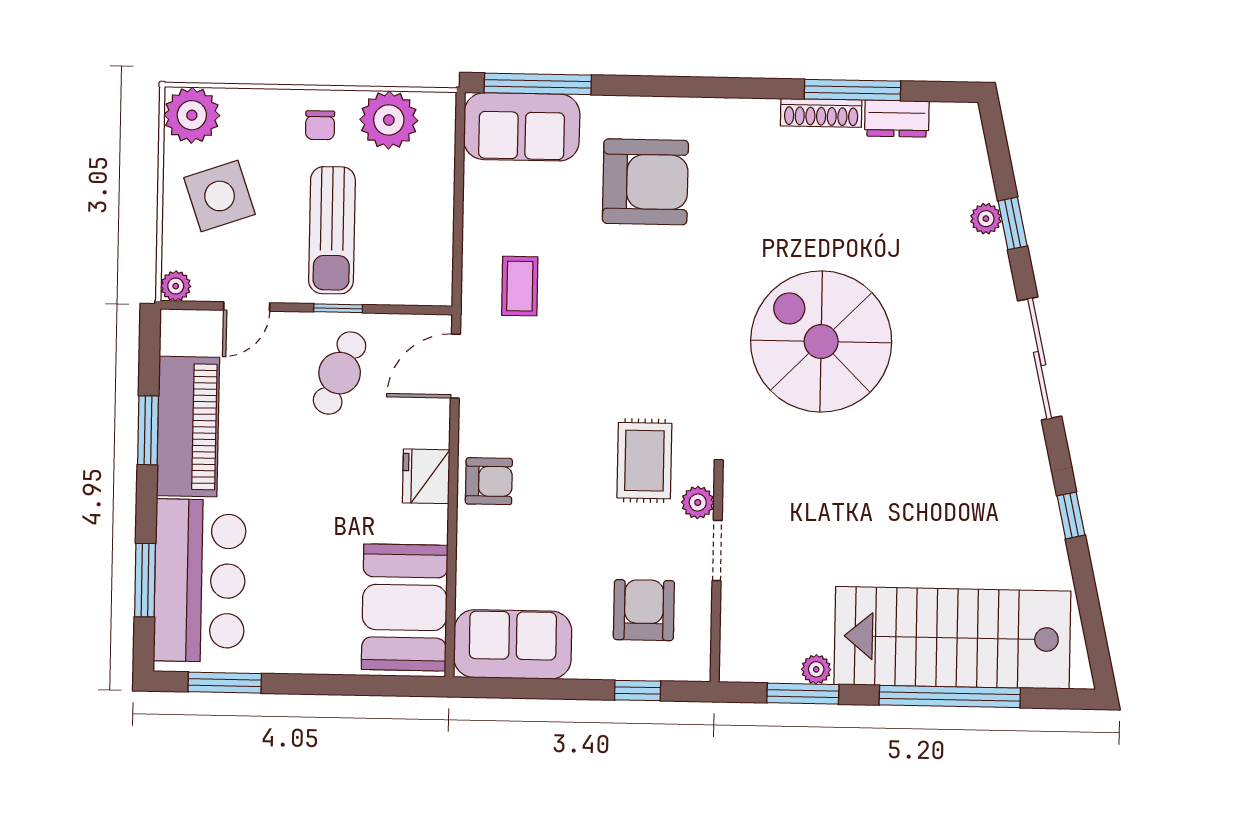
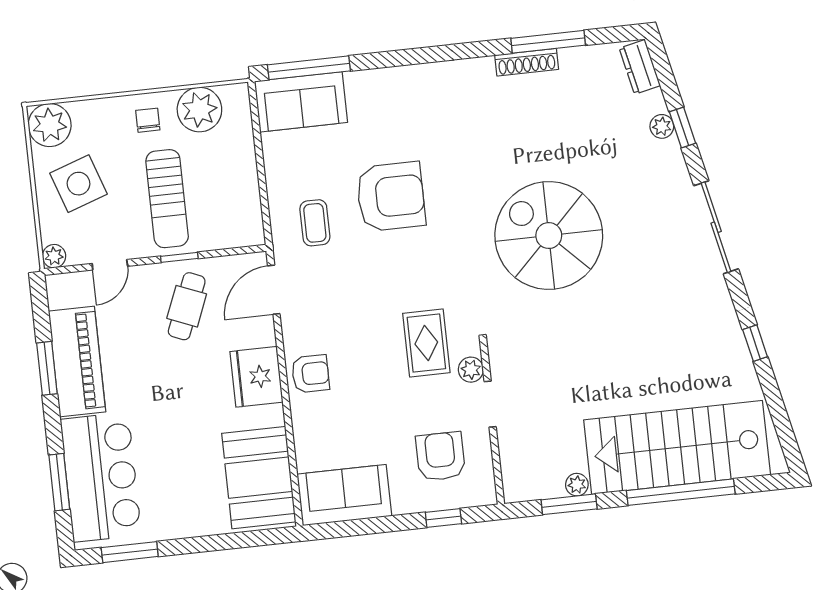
dresser: (897, 119) -> (640, 67), moved, turned 78
chair: (320, 125) -> (148, 120), turned 180
armchair: (645, 182) -> (391, 197), moved
fridge: (426, 476) -> (256, 377), width x1.36, depth x1.34

